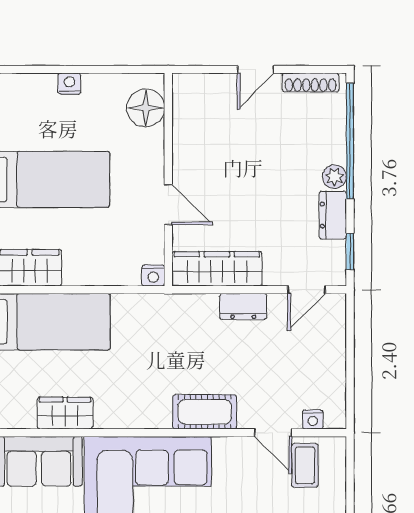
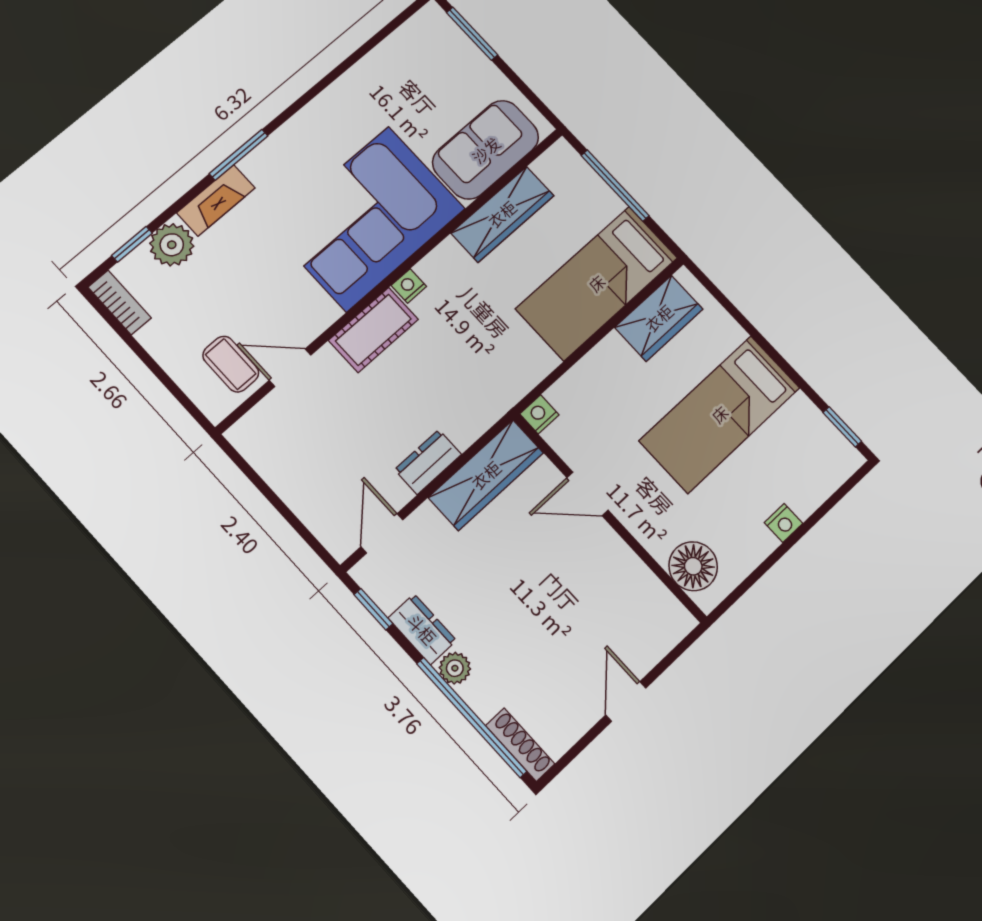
shoe rack: (311, 83) -> (520, 745), moved, turned 90
wardrobe: (65, 413) -> (502, 214), width x1.50
nightstand: (313, 419) -> (409, 286), moved

